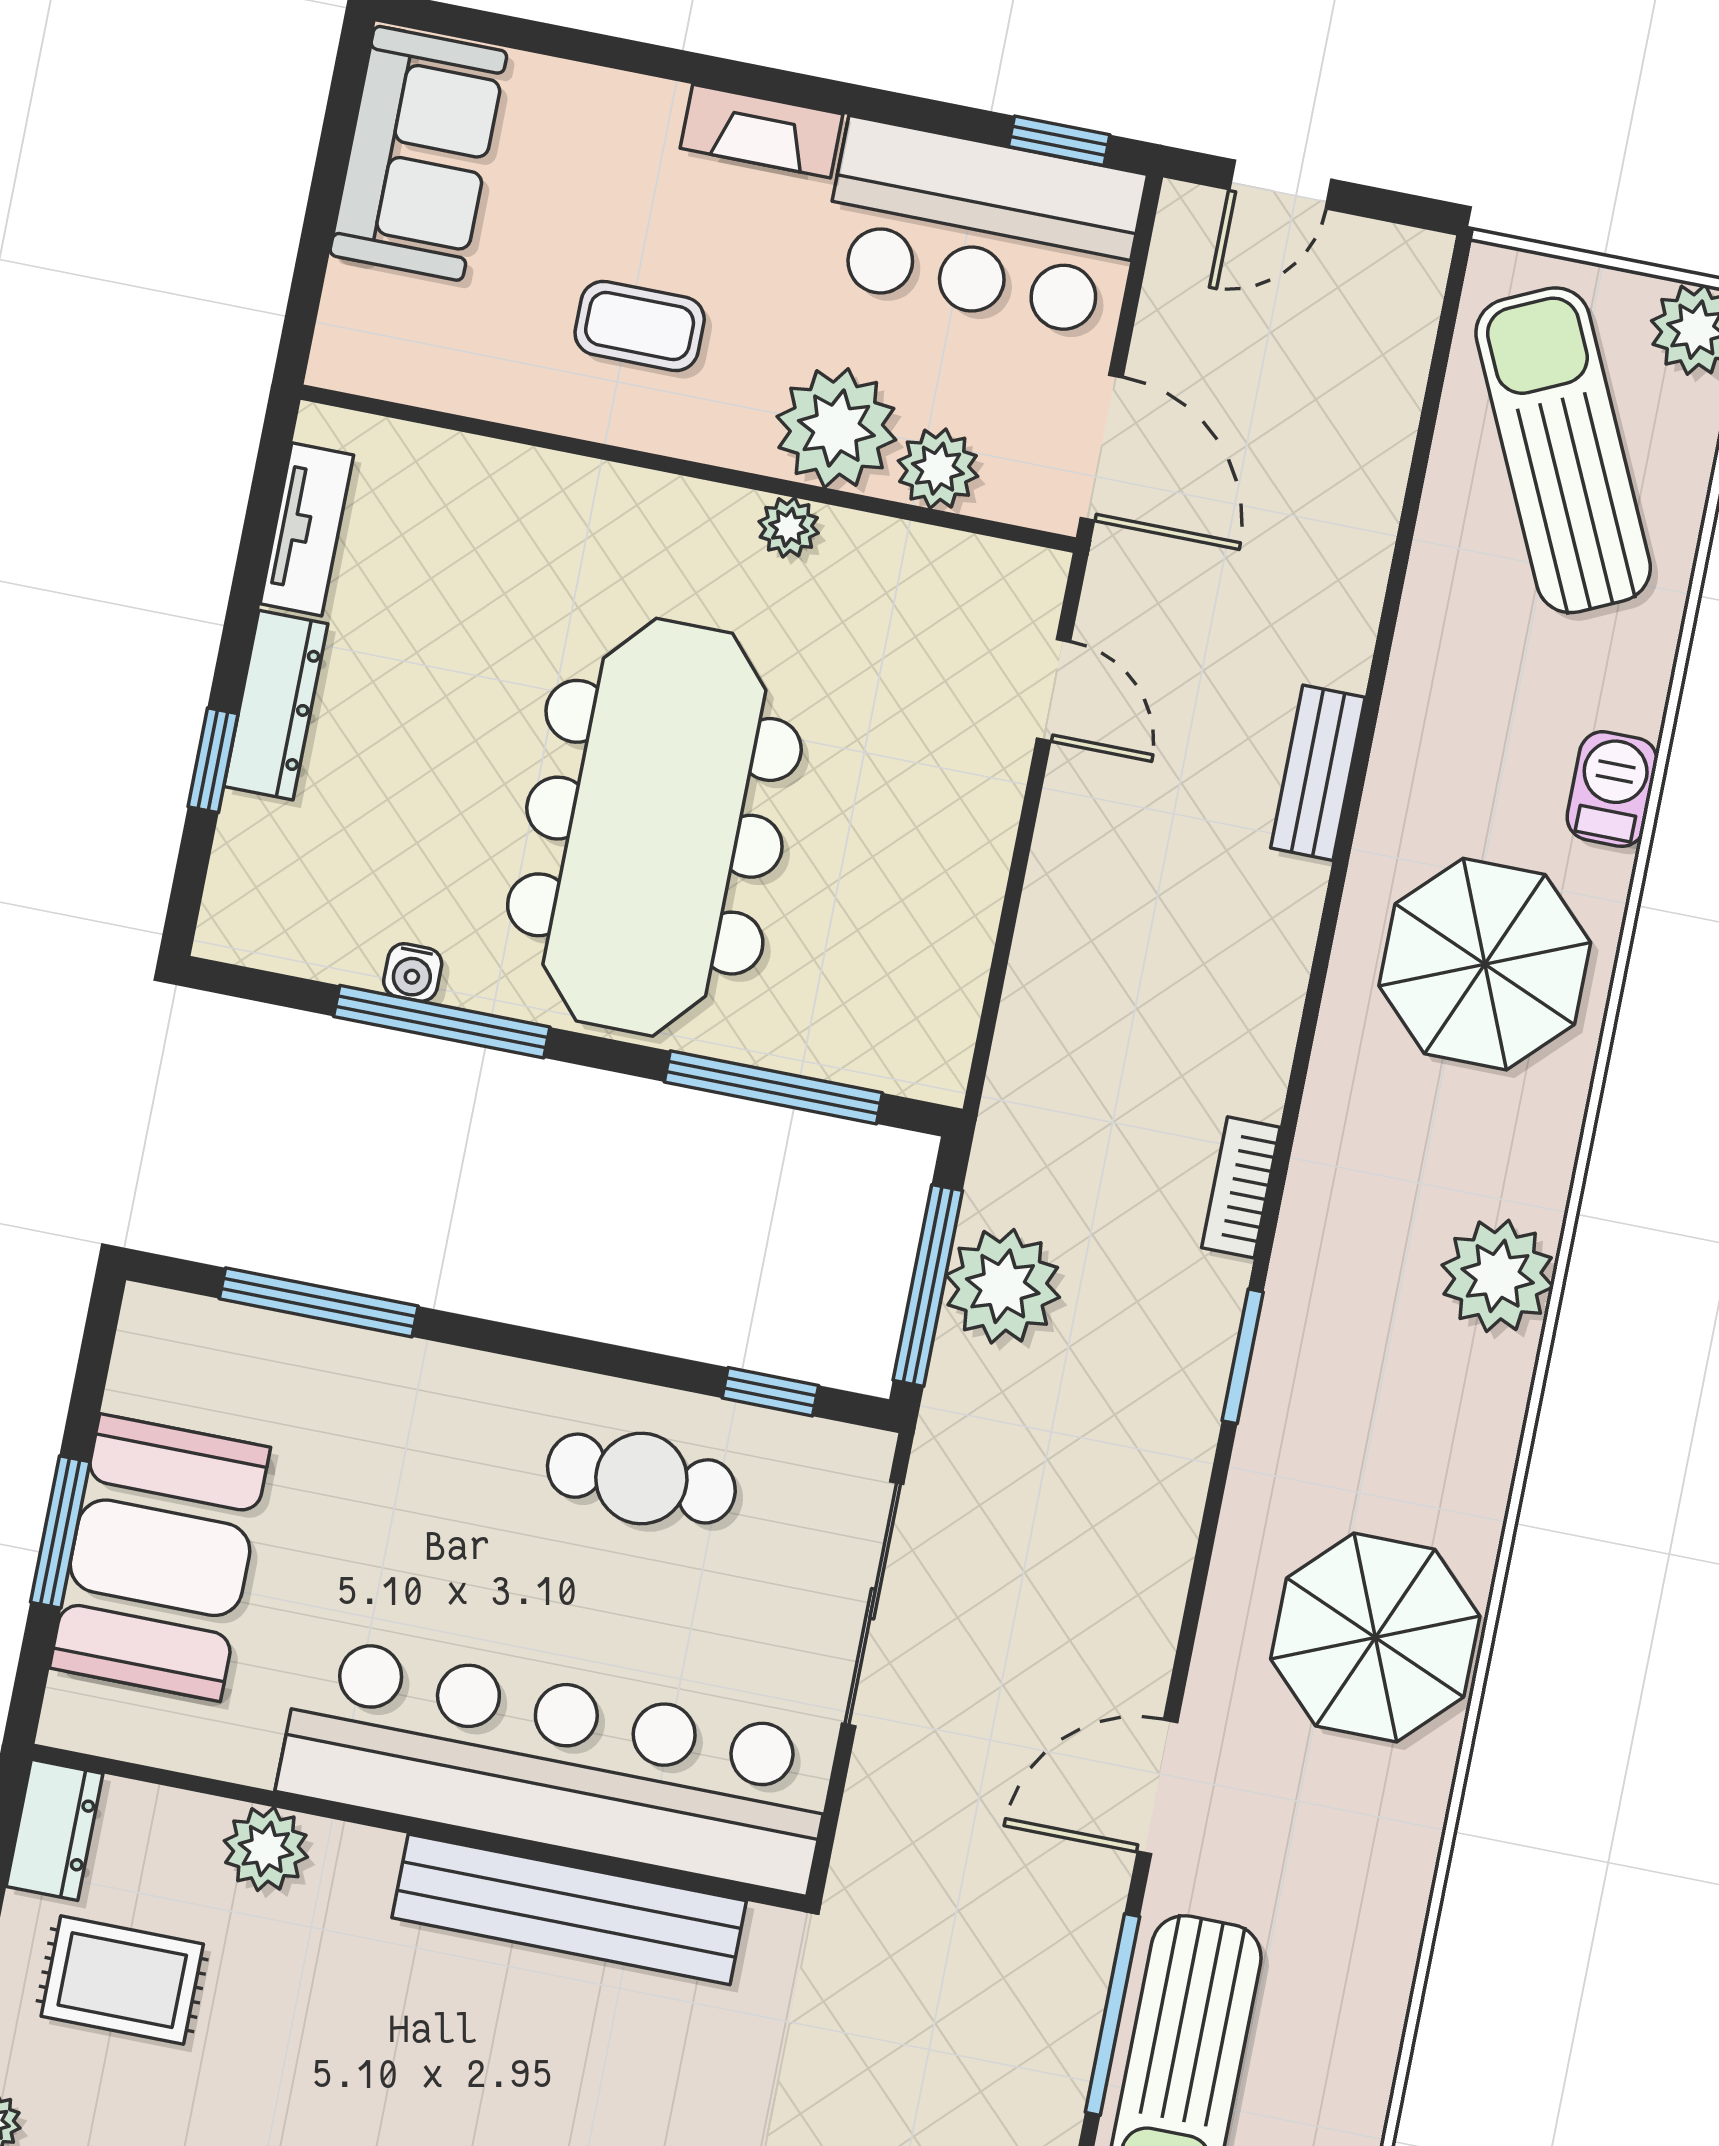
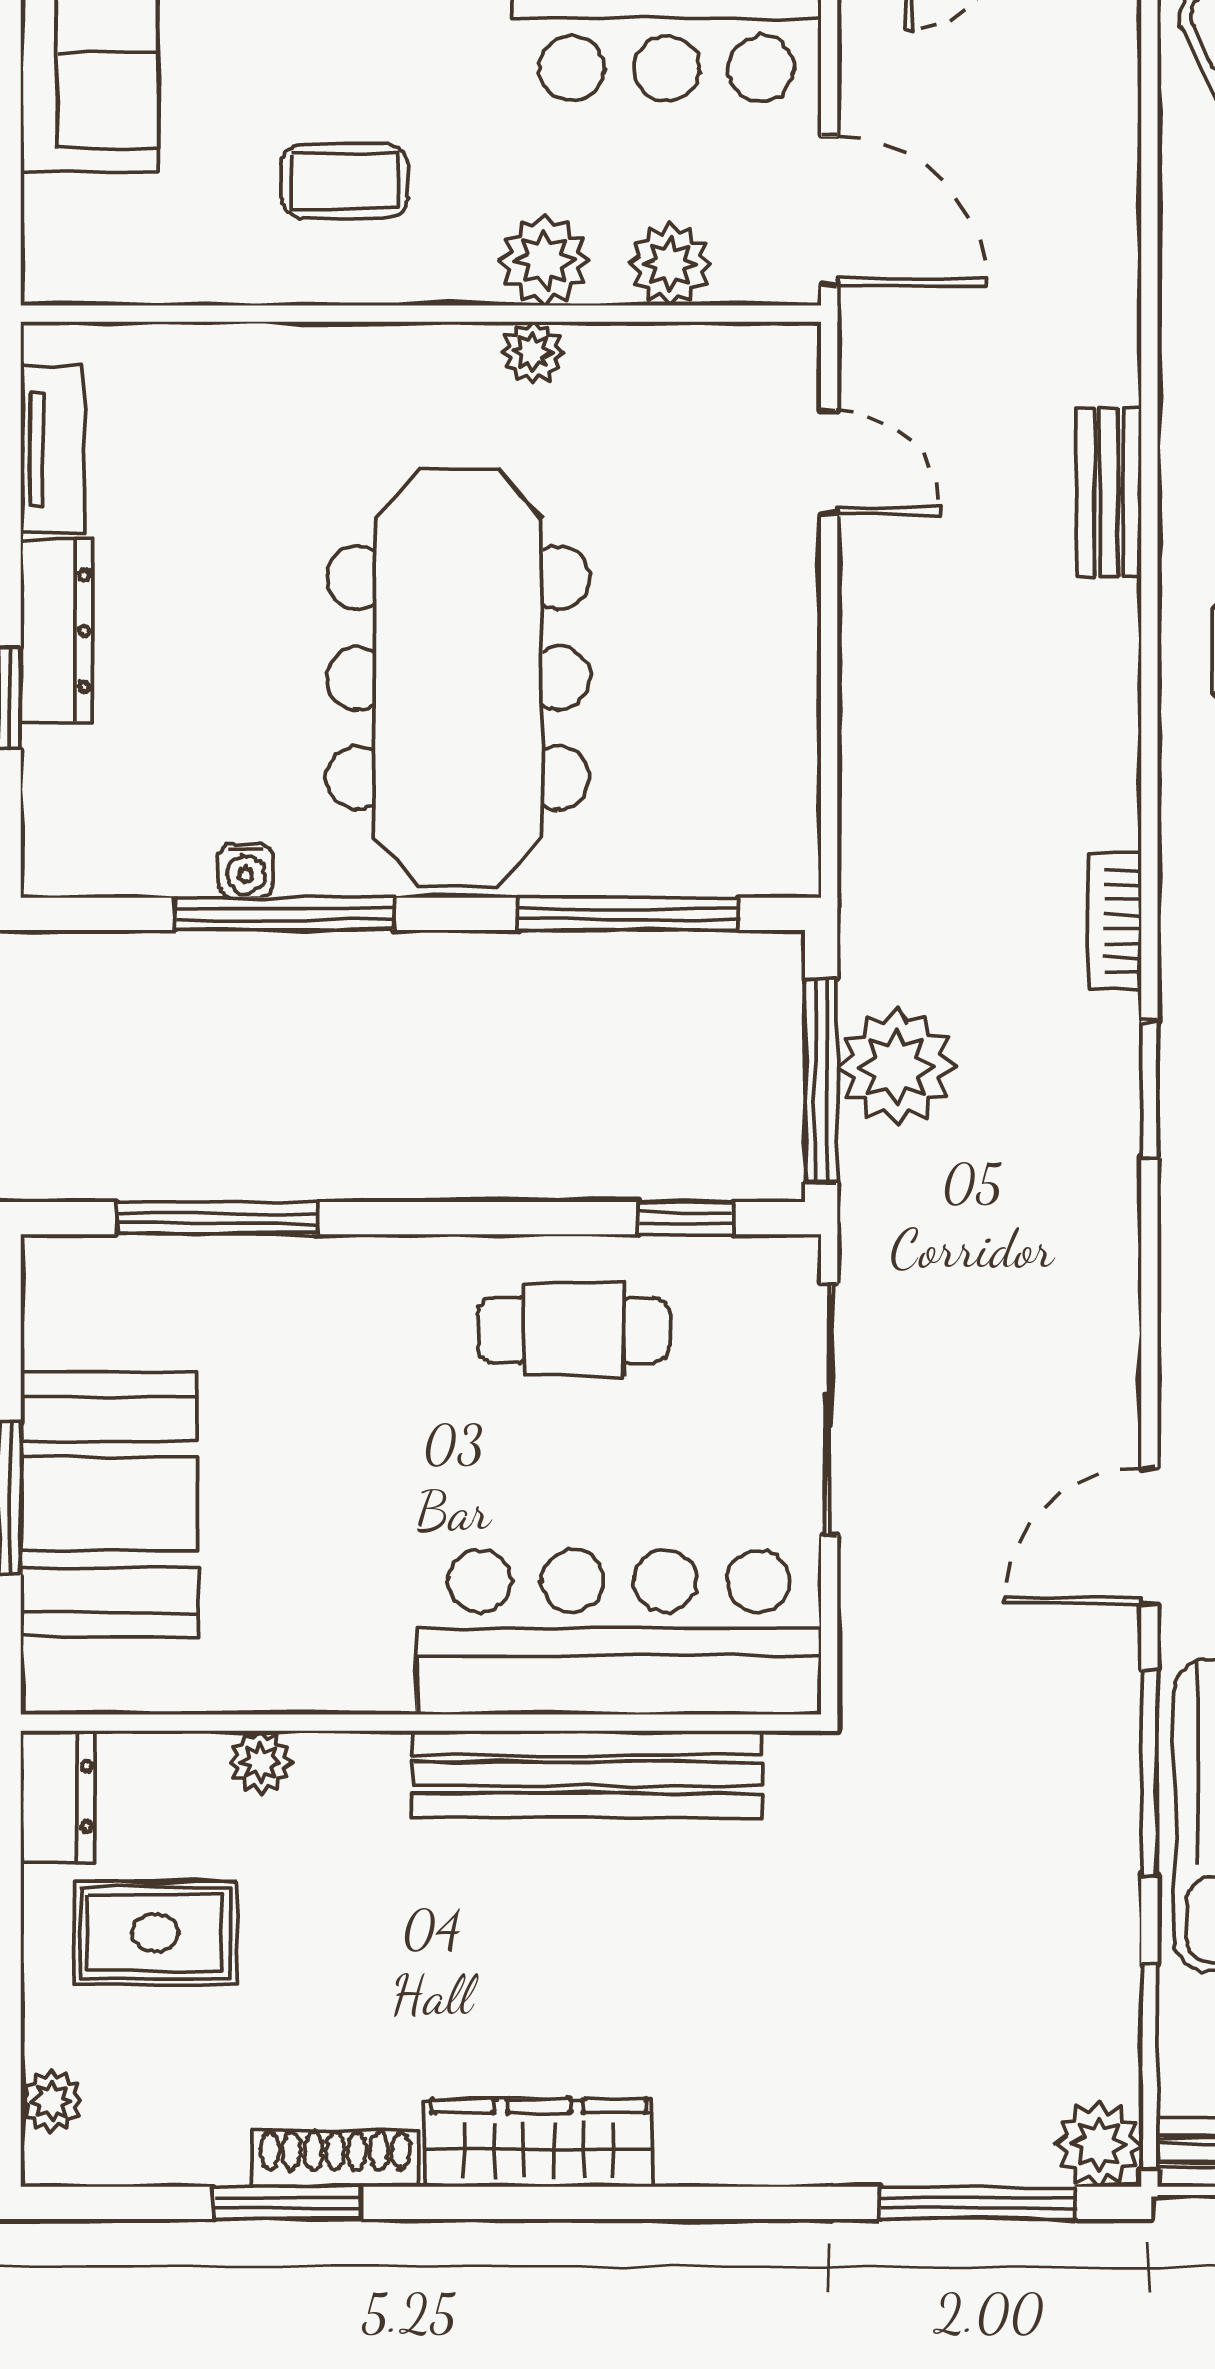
plant: (836, 428) -> (544, 260), width x0.73, depth x0.73
bar counter: (557, 1764) -> (619, 1632), width x0.73
plant: (266, 1849) -> (261, 1762), width x0.73, depth x0.73

